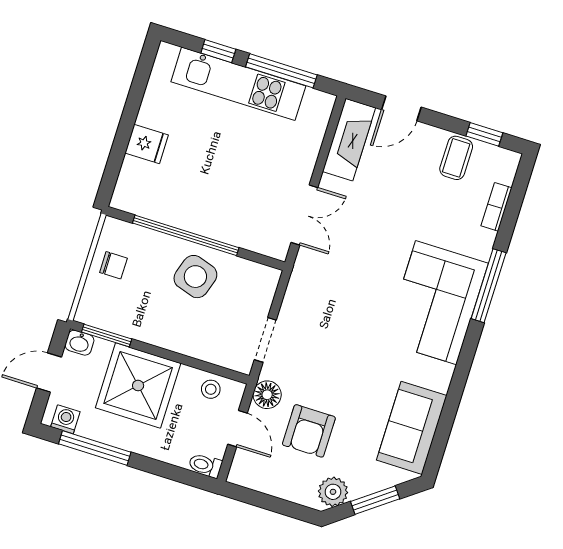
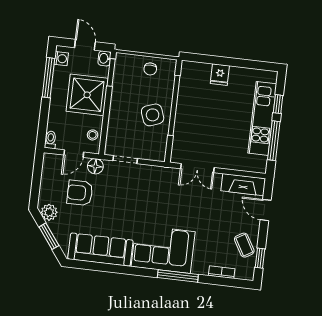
coffee table: (456, 158) -> (244, 245), turned 60
side table: (195, 277) -> (153, 115), turned -38
sofa: (412, 428) -> (100, 250), width x1.36

